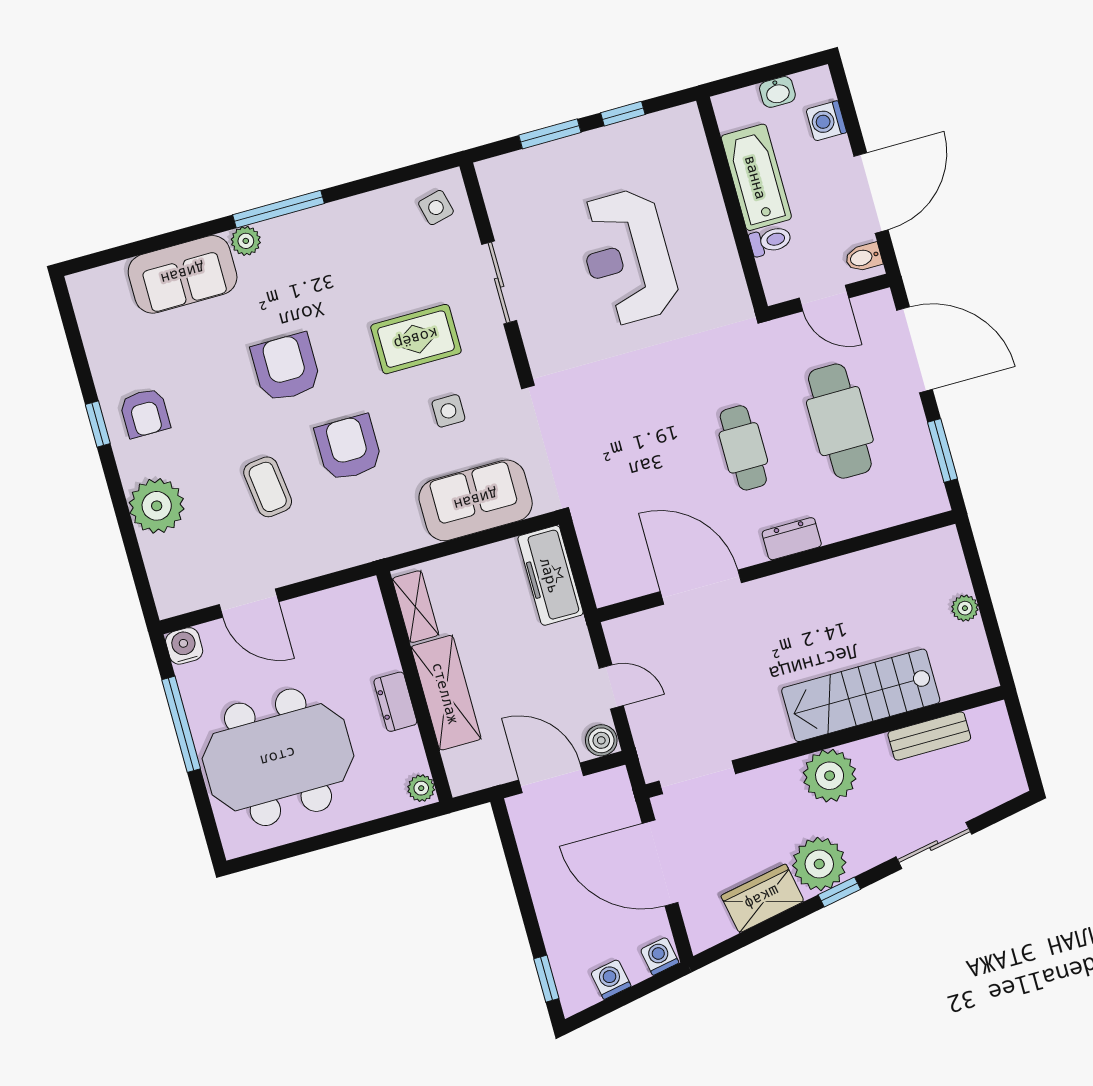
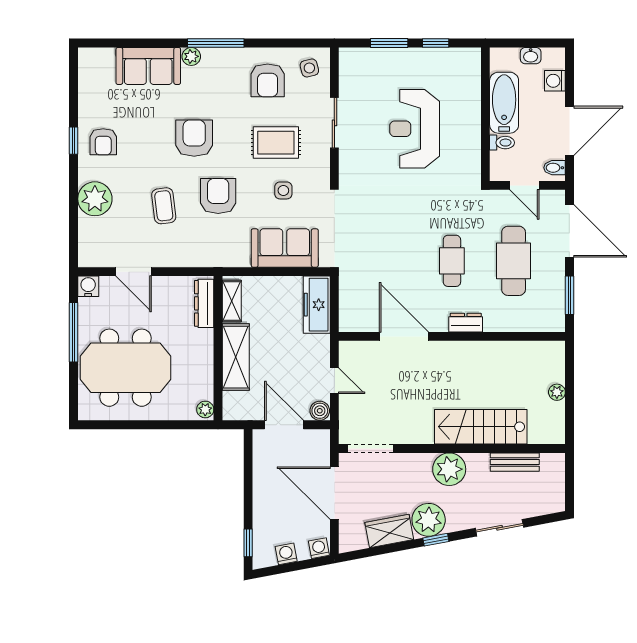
armchair: (376, 245) -> (268, 80), added
dresser: (395, 702) -> (204, 303), moved, width x1.44

